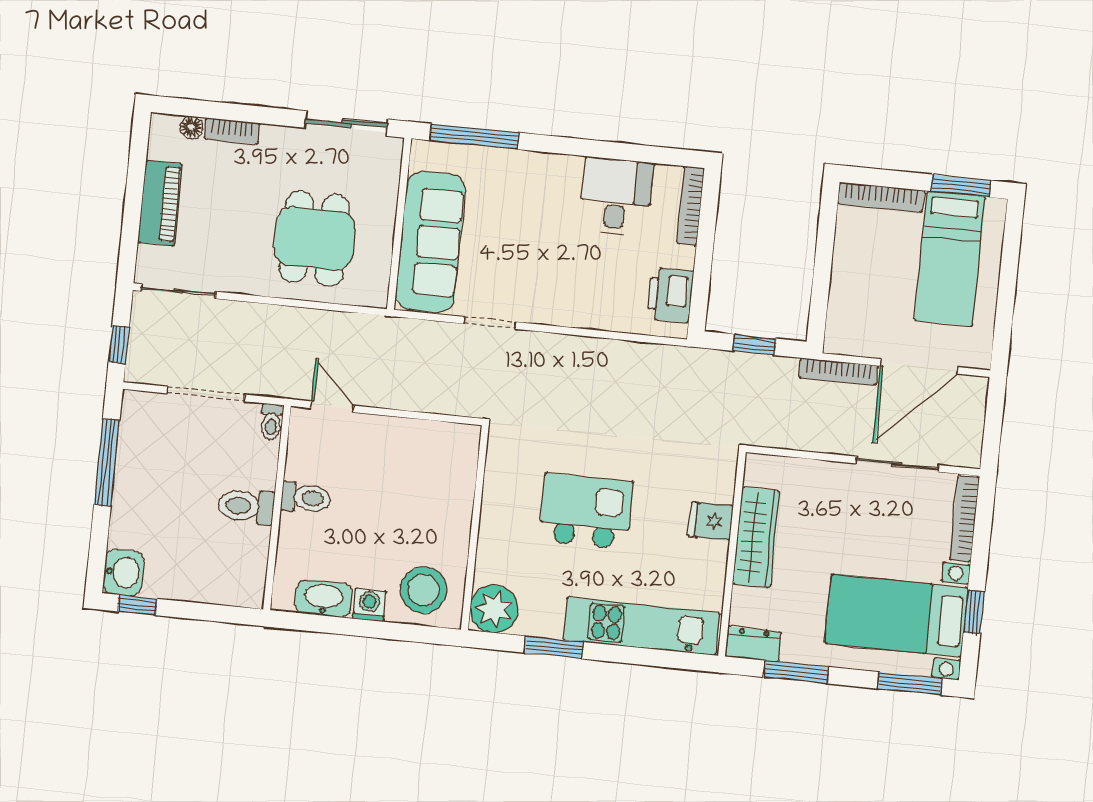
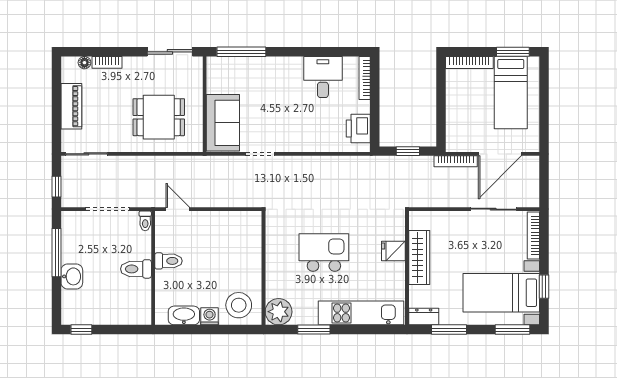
dining table: (315, 239) -> (159, 117), turned 90
sofa: (430, 242) -> (223, 123), width x0.73
washbasin: (123, 572) -> (72, 276), moved

